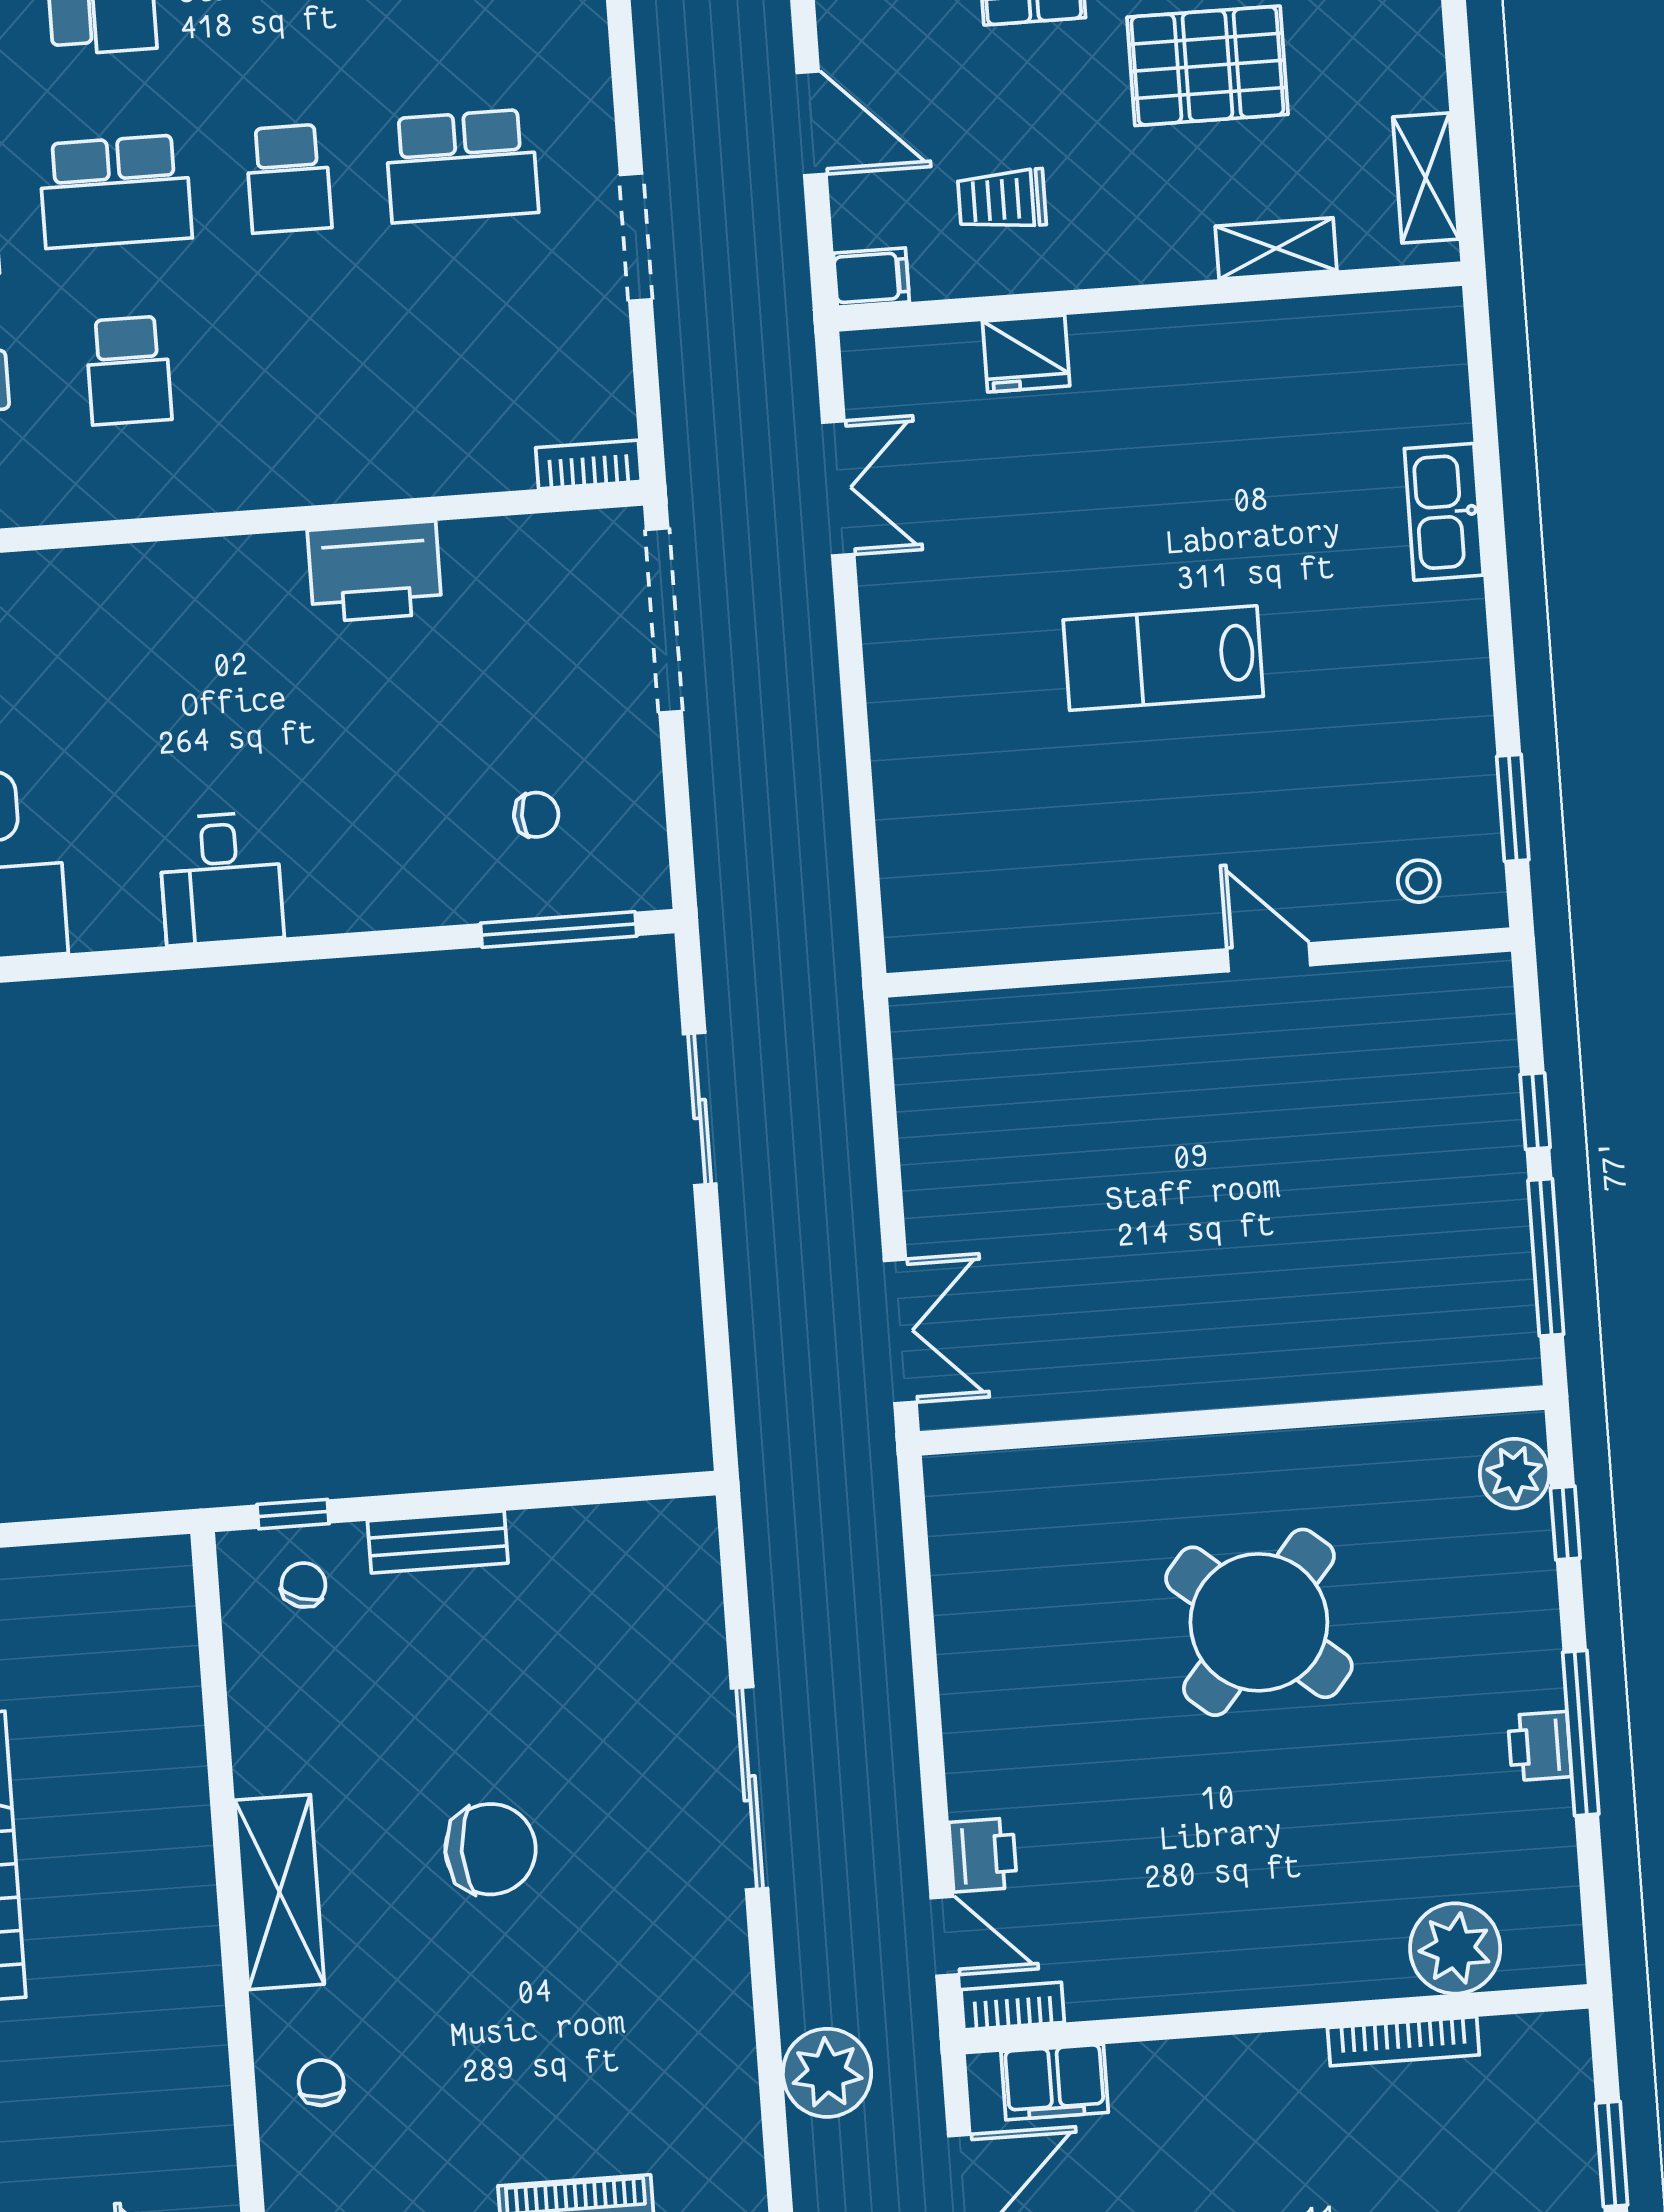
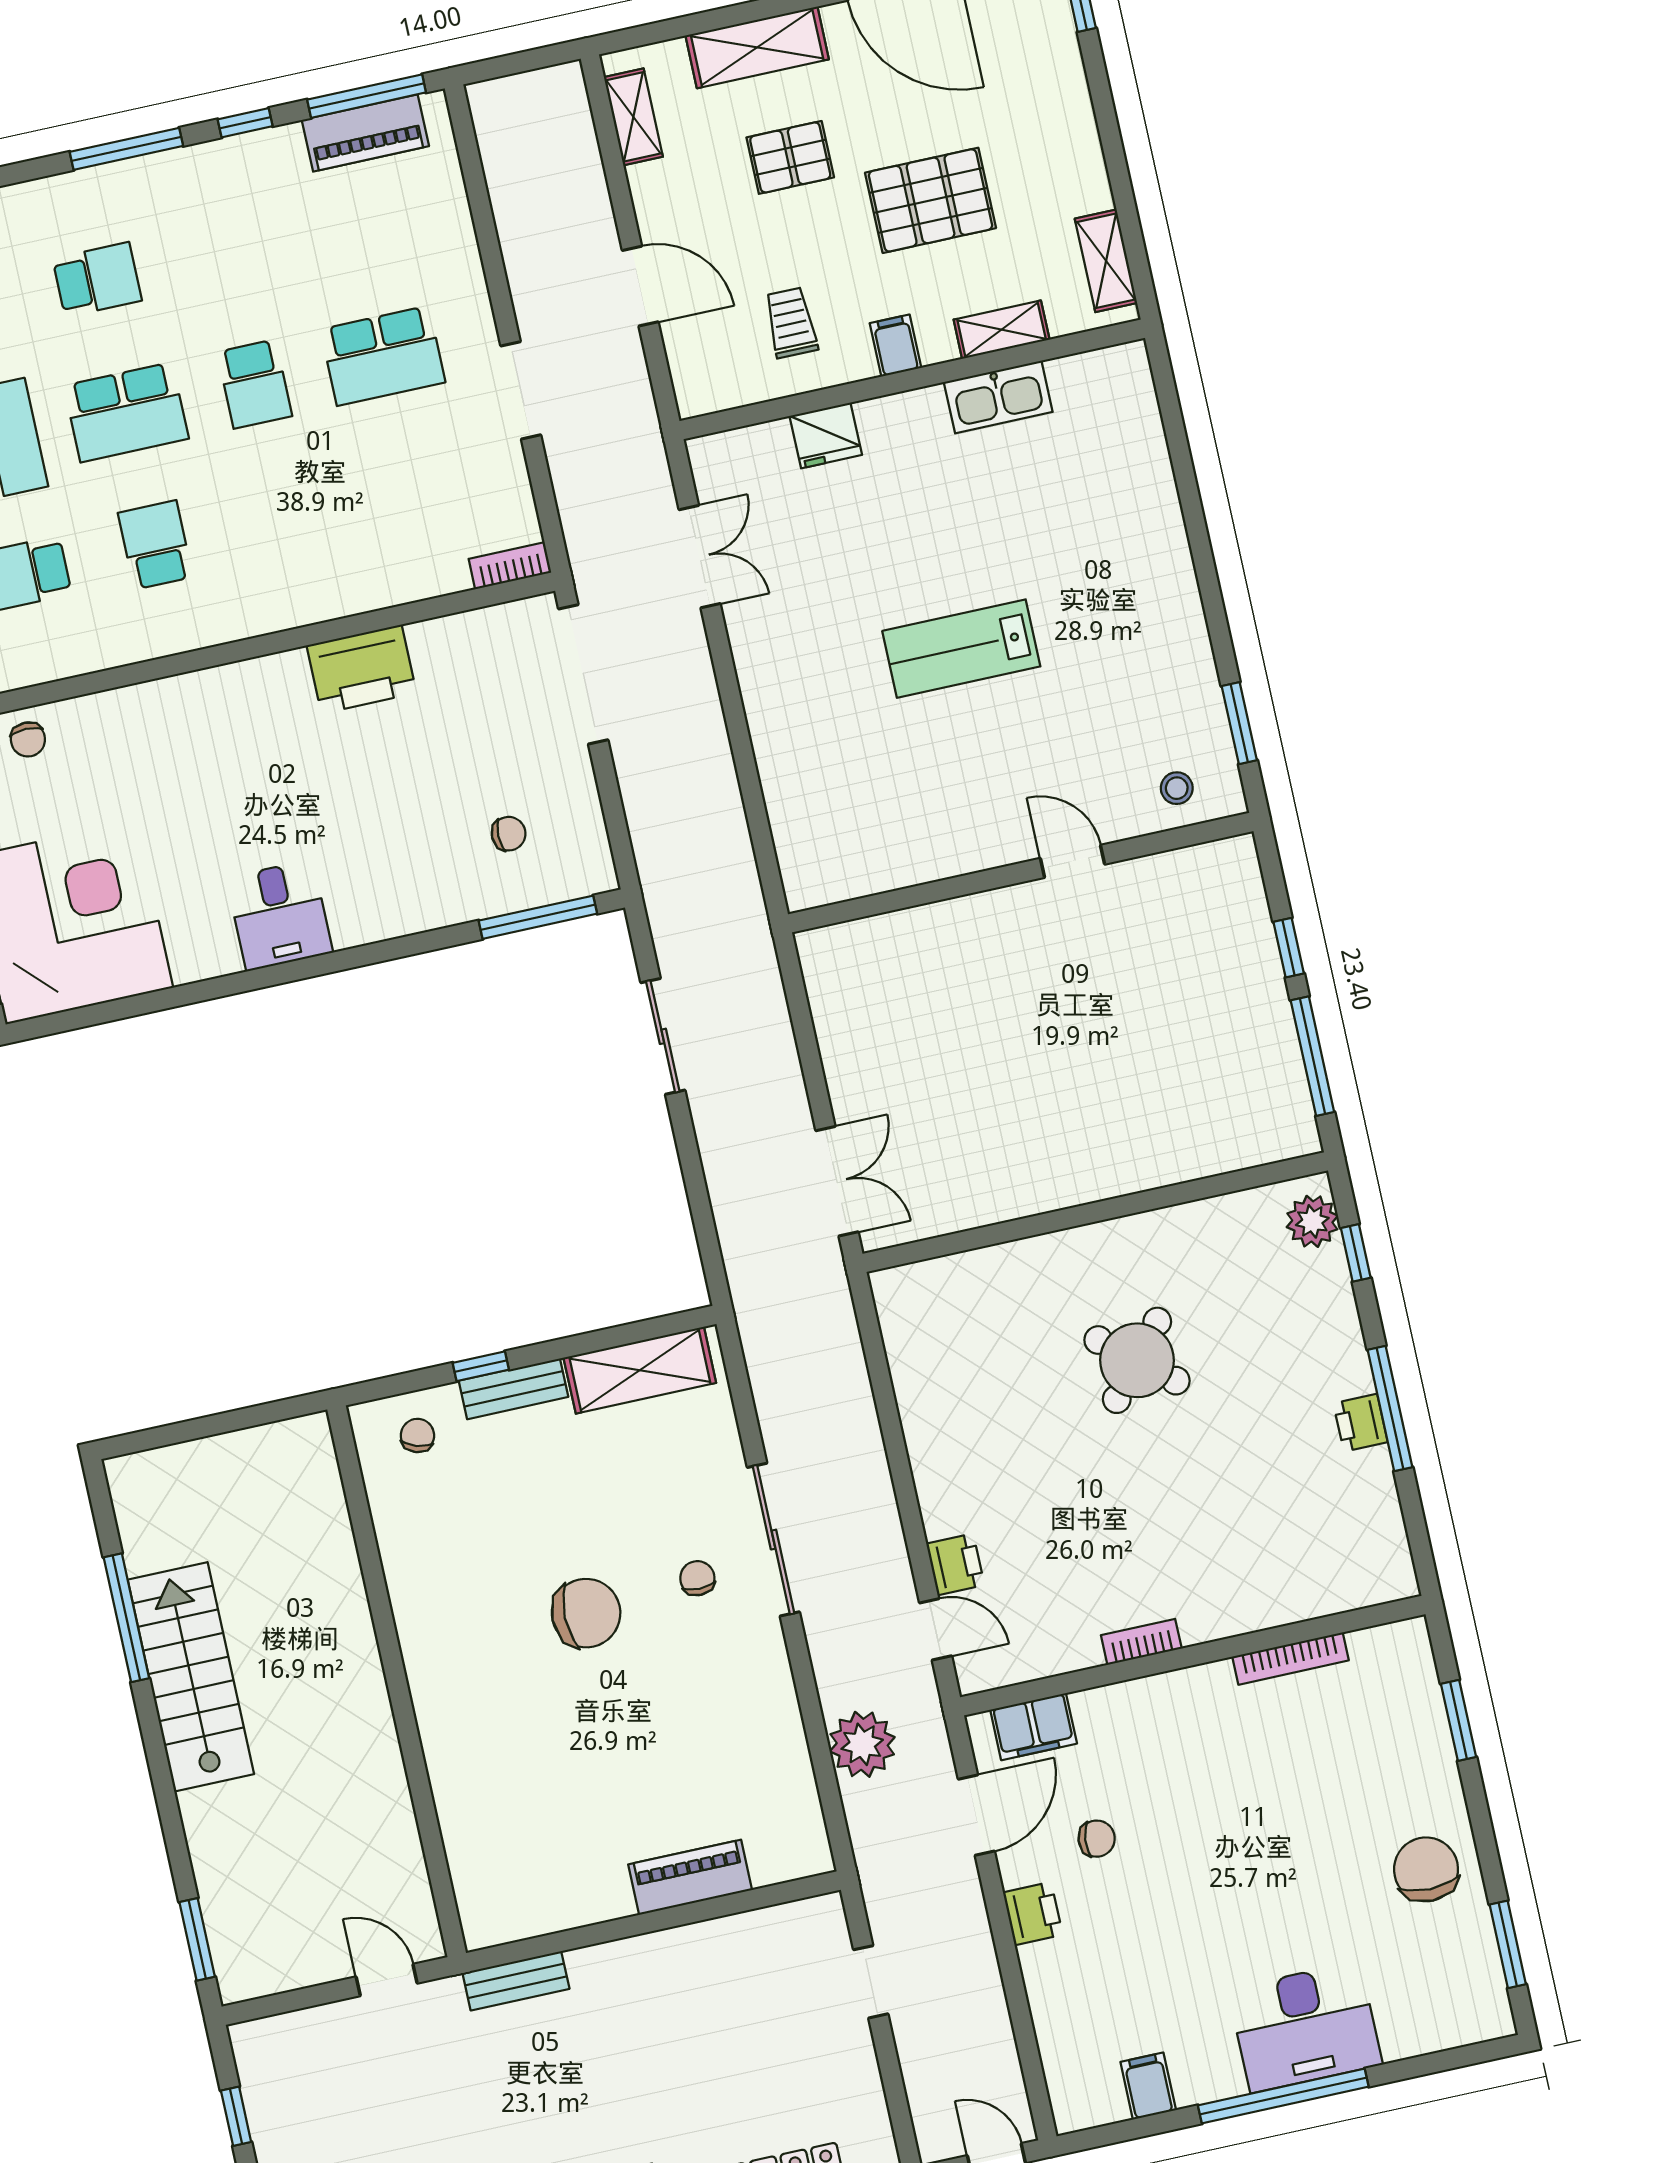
trolley: (1002, 200) -> (791, 323), turned 90
filing cabinet: (871, 278) -> (896, 346), moved, turned -90
school desk: (129, 370) -> (155, 545), turned 180
kitchen sink: (1444, 512) -> (998, 397), moved, turned -90
window: (293, 1514) -> (481, 1366), moved
round table: (1259, 1622) -> (1137, 1360), width x0.73, depth x0.73
shelving: (279, 1892) -> (640, 1370), moved, turned 90
plant: (1455, 1948) -> (1319, 1583), removed
bookcase: (1013, 2006) -> (1141, 1642), moved
chair: (321, 2083) -> (697, 1578), moved

